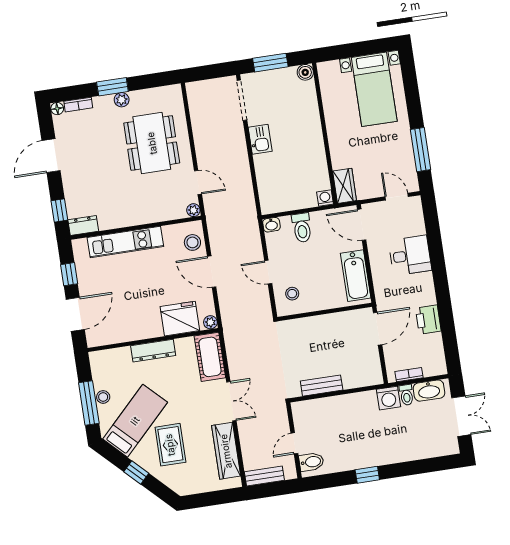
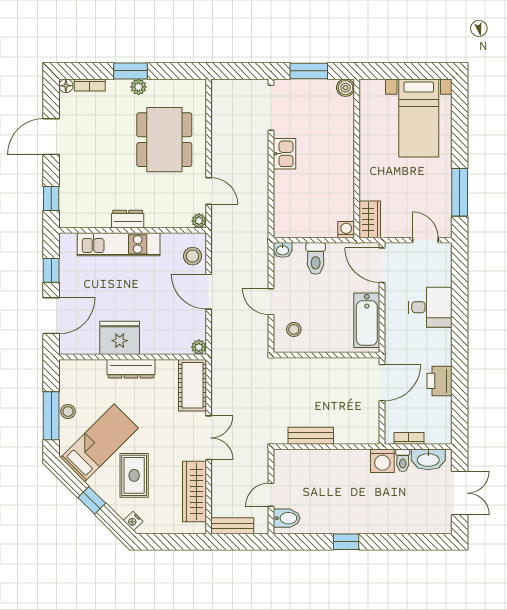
dresser: (83, 226) -> (128, 219), moved
fridge: (180, 319) -> (120, 338), moved
nightstand: (176, 485) -> (133, 521), added

